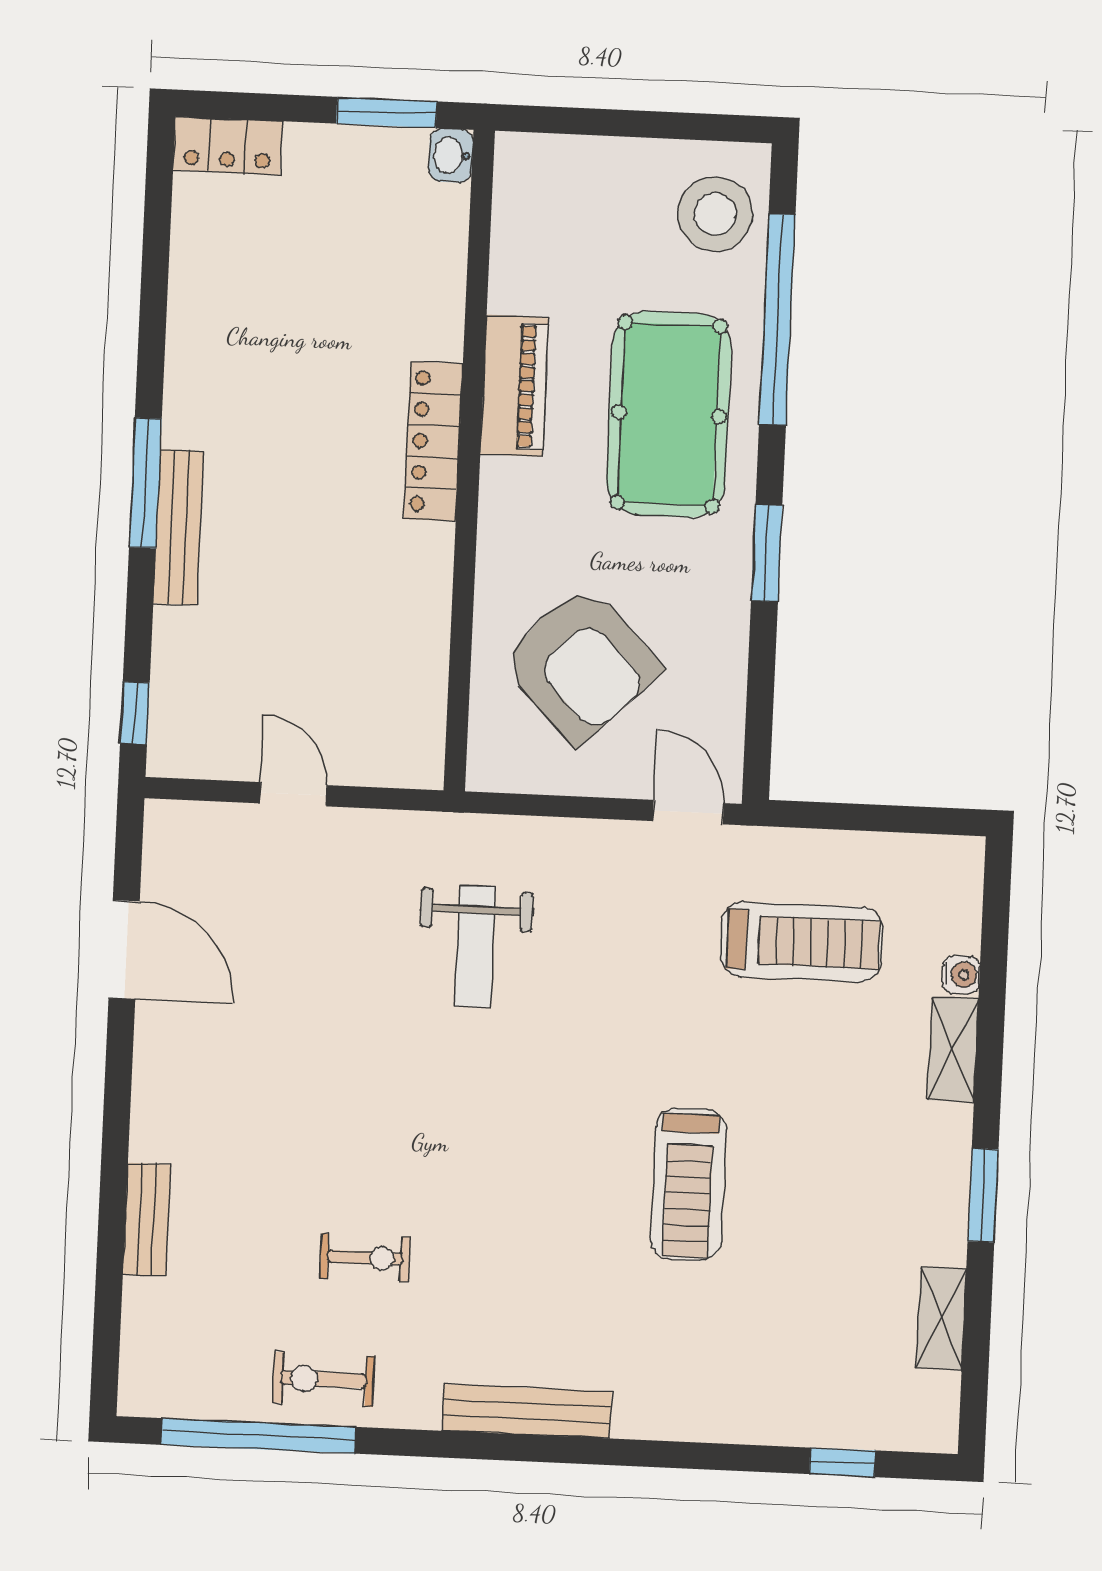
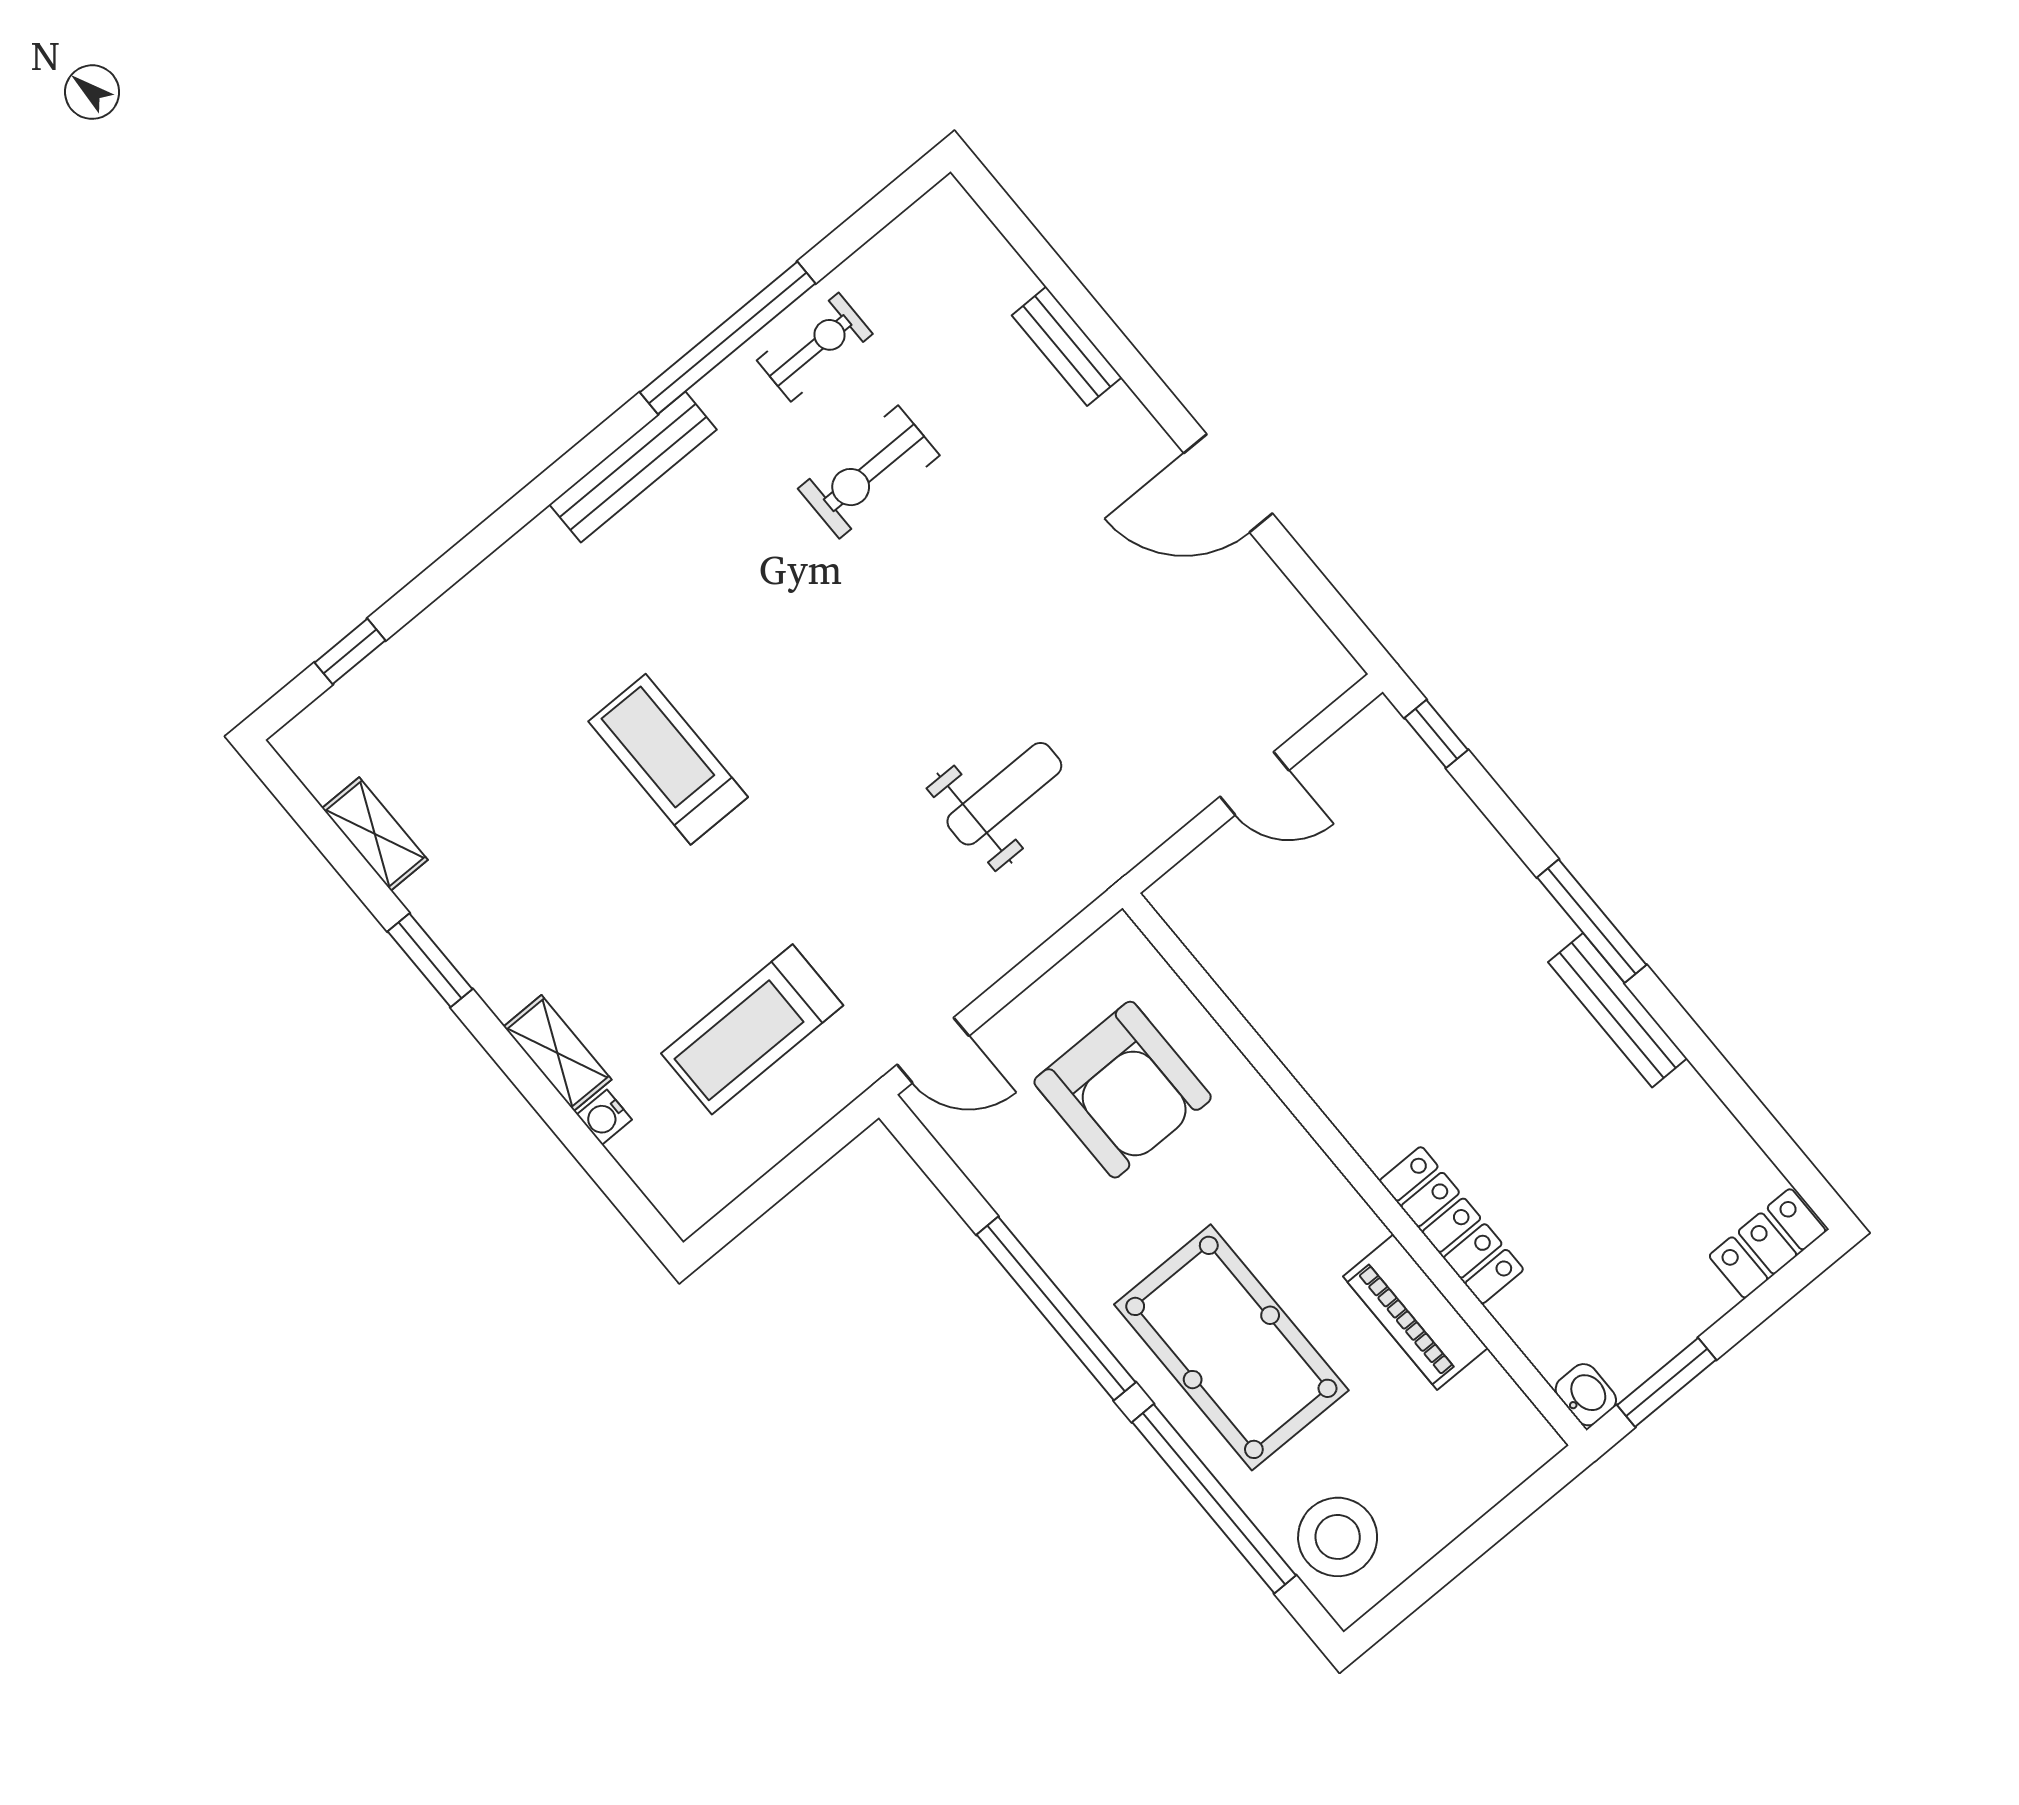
piano: (515, 386) -> (1415, 1312), moved
locker: (433, 441) -> (1451, 1225), moved
bench: (178, 527) -> (1618, 1010), moved
window: (767, 553) -> (1056, 1309), width x2.11
armchair: (581, 664) -> (1123, 1090), turned -136
weight bench: (475, 946) -> (1004, 794), turned 90
door: (124, 950) -> (1228, 483), moved
exercise bike: (365, 1258) -> (869, 472), width x1.38, depth x1.39
window: (258, 1436) -> (728, 338), moved

